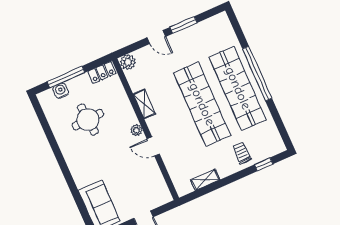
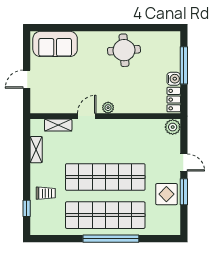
door: (156, 37) -> (184, 162), swing flipped
display table: (193, 40) -> (166, 194), added
water cooler: (61, 91) -> (174, 79), moved
shelving: (144, 104) -> (58, 125), moved
round table: (88, 120) -> (124, 50), moved

